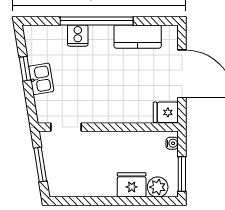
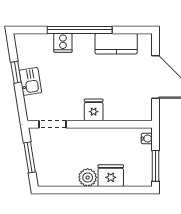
fridge: (166, 112) -> (94, 110), moved, turned 90
plant: (158, 187) -> (88, 177), moved

